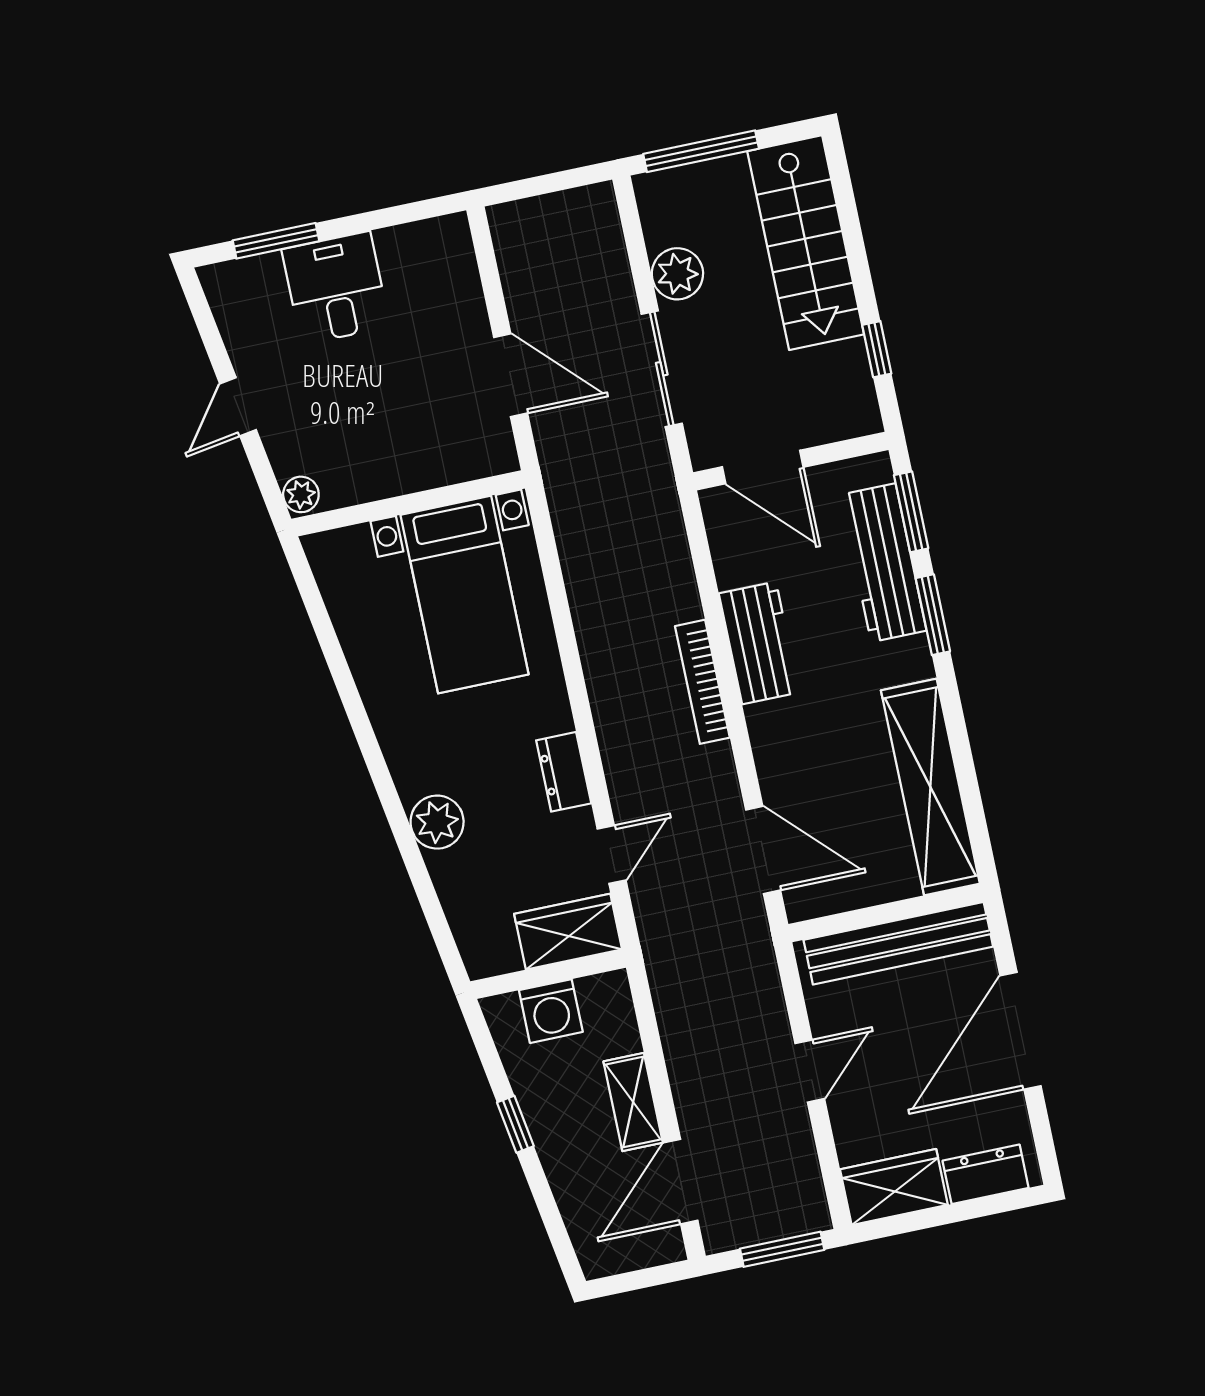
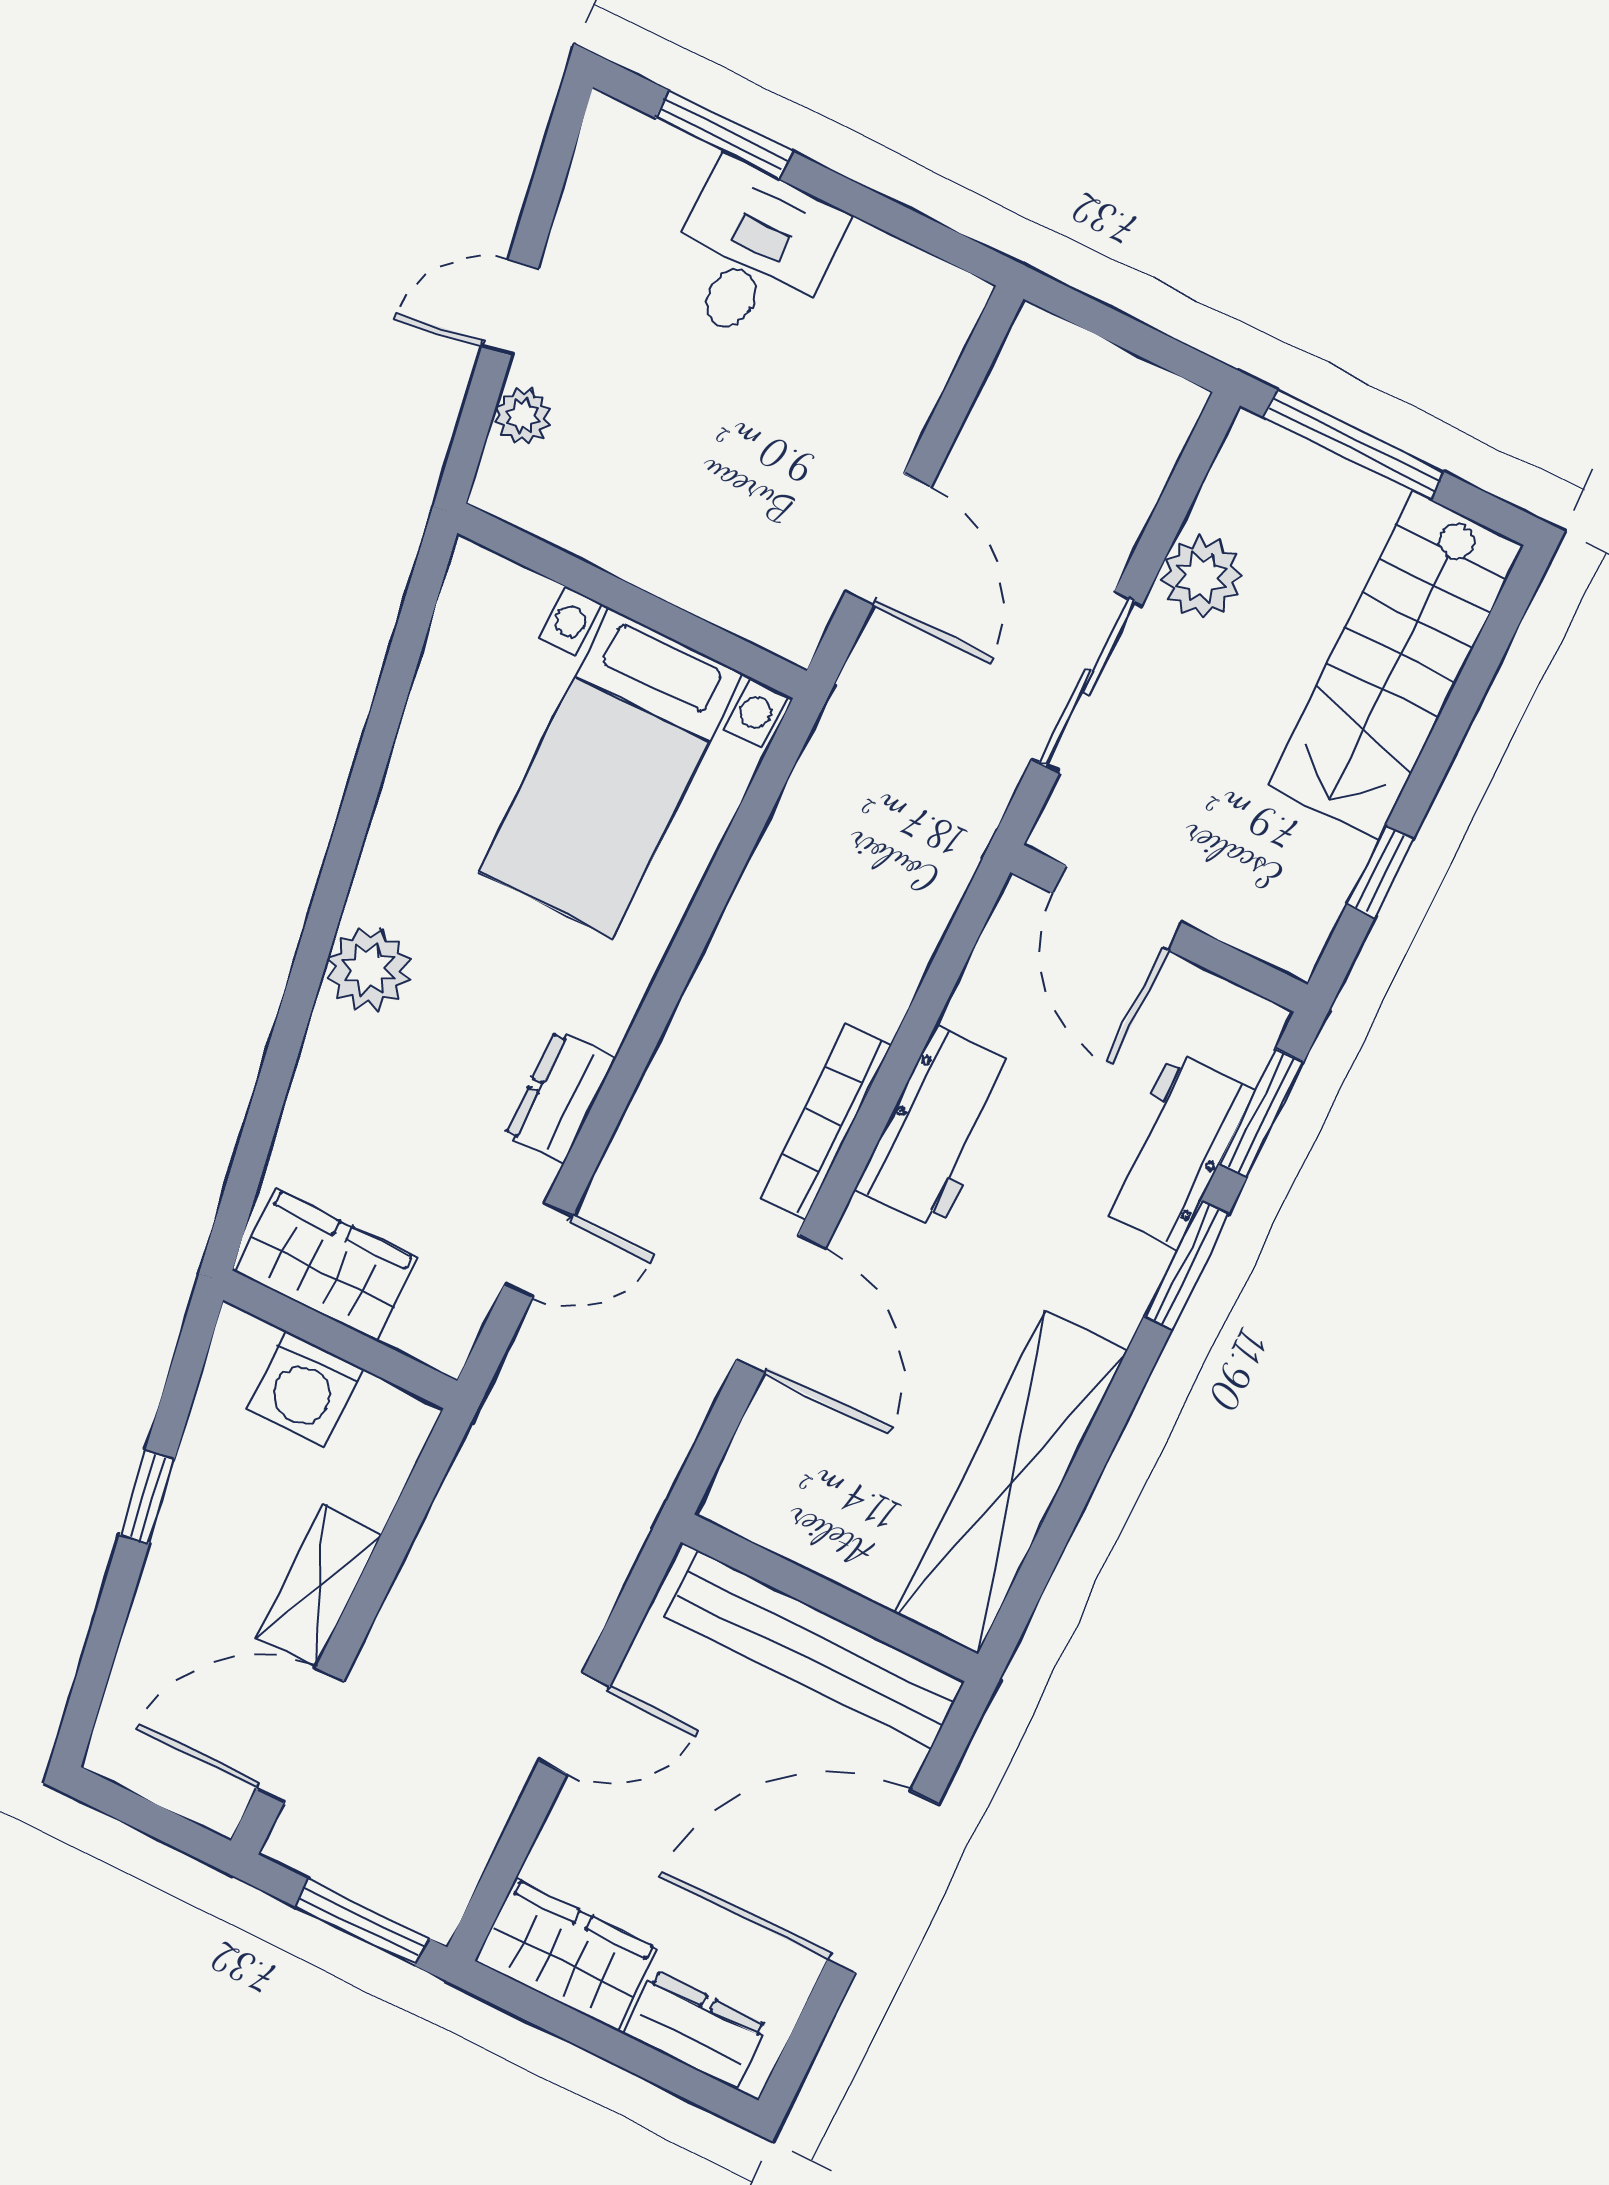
plant: (301, 494) -> (523, 416), moved
workbench: (883, 563) -> (1175, 1150), width x0.73
plant: (437, 822) -> (369, 969), moved
door: (763, 850) -> (781, 1304), moved
wardrobe: (568, 932) -> (326, 1265), moved

